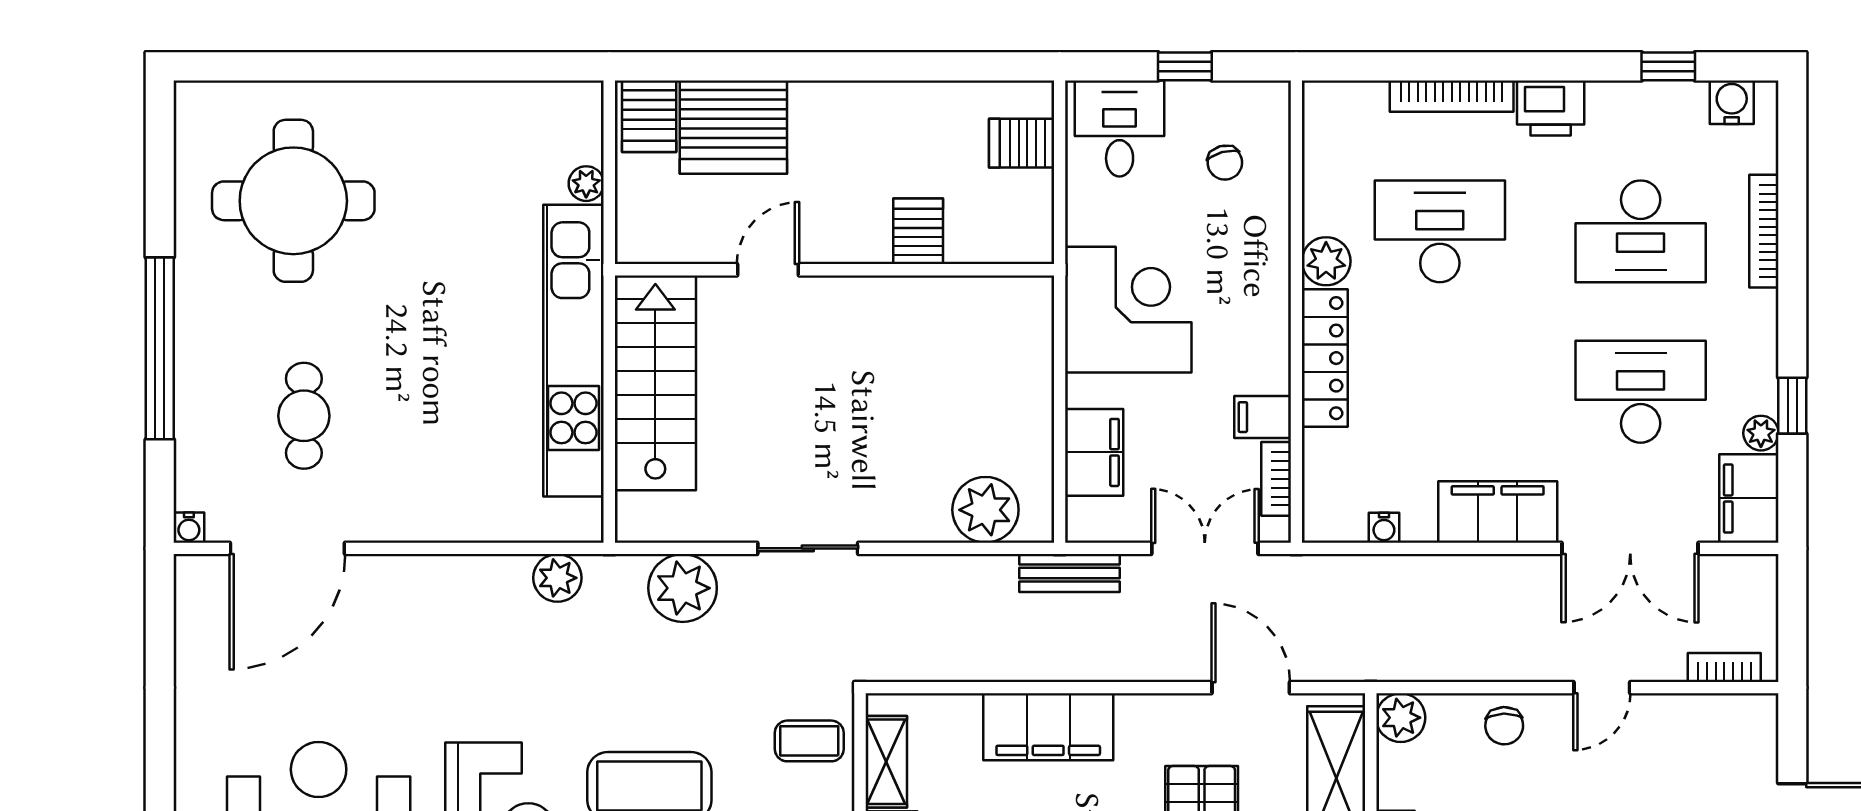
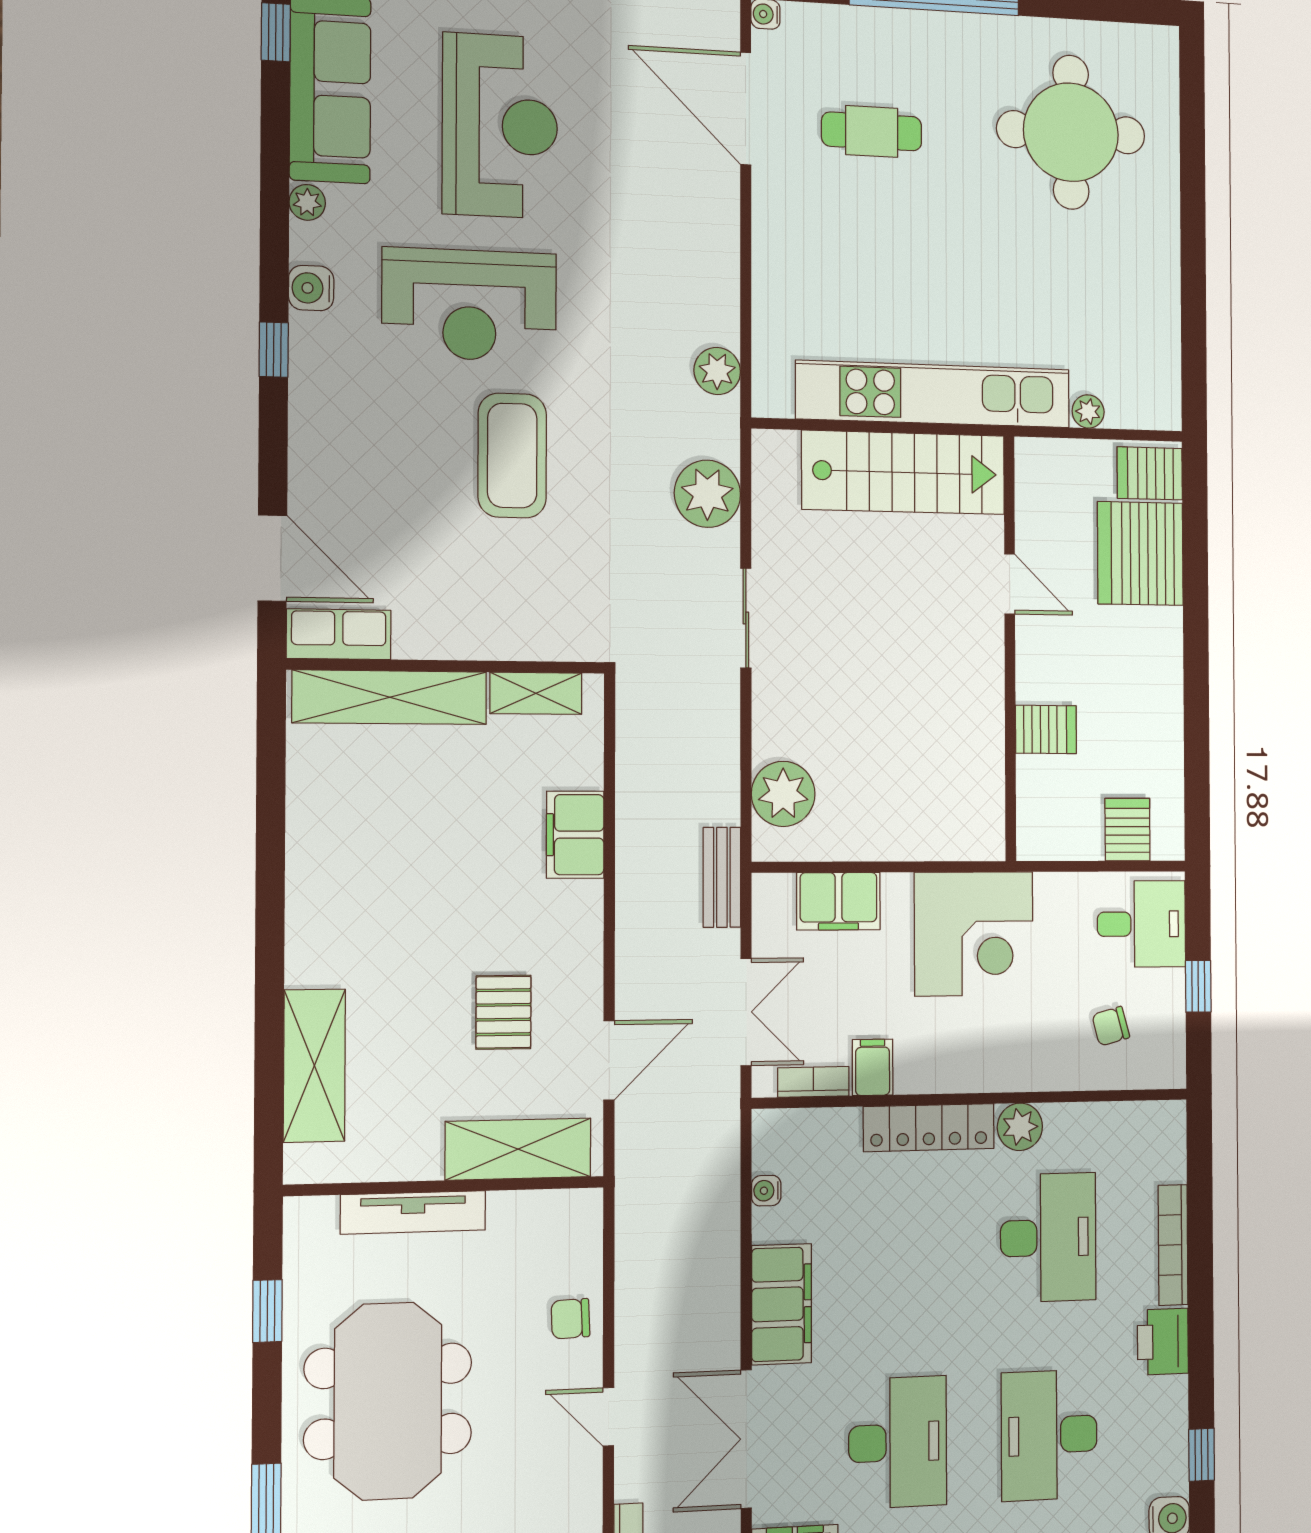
plant: (1401, 718) -> (579, 1213), removed
filing cabinet: (1048, 727) -> (575, 835), width x0.67, depth x0.86
coffee table: (809, 741) -> (557, 616), removed

